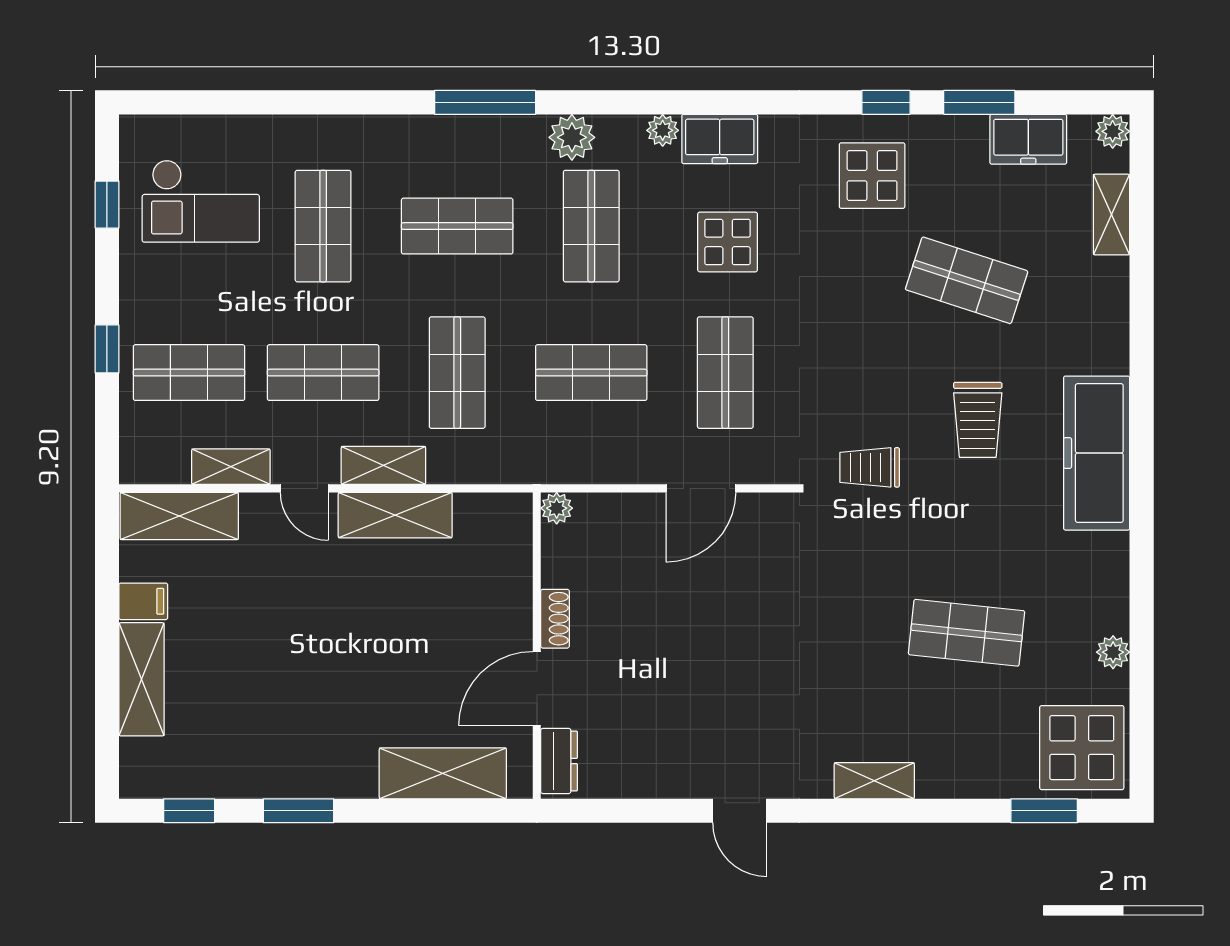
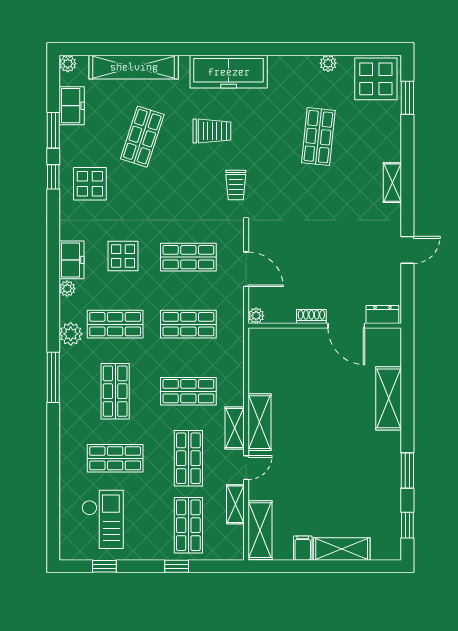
shelving: (1112, 215) -> (134, 67), width x2.20, depth x1.33
shop shelf: (591, 373) -> (188, 324), turned 90
plant: (557, 508) -> (256, 316), moved
shoe rack: (555, 619) -> (311, 316), moved
wall: (537, 646) -> (325, 326), moved
door: (537, 689) -> (346, 326), moved
dresser: (559, 761) -> (382, 314), moved

